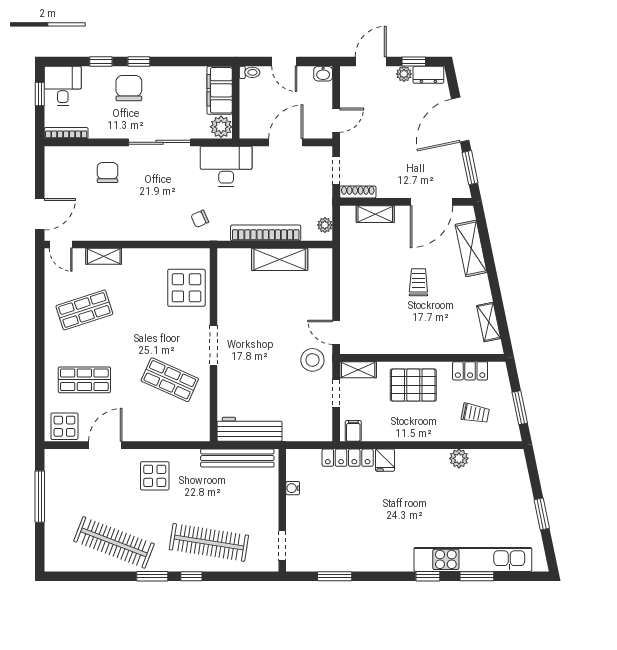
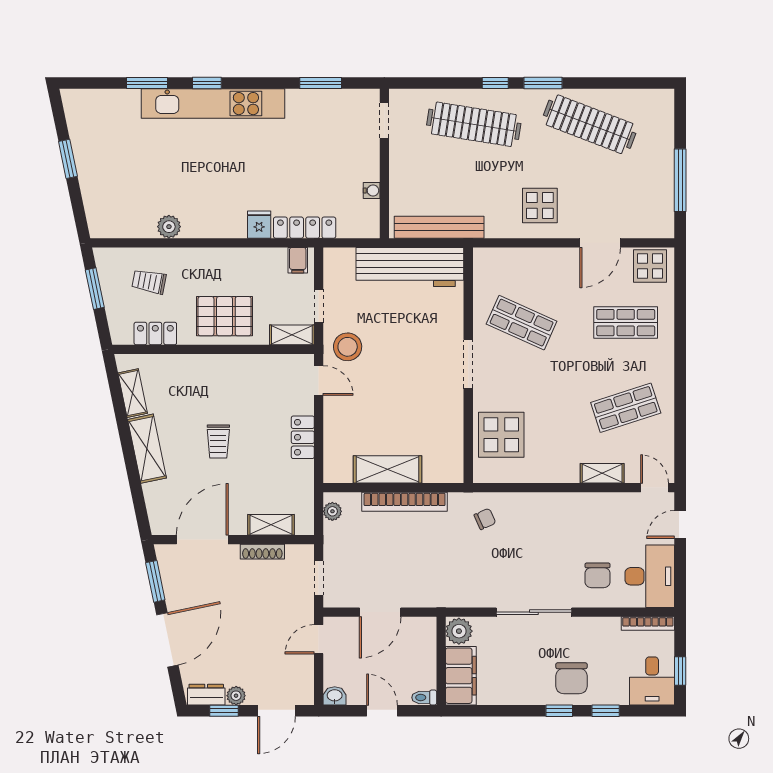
desk: (226, 166) -> (650, 576), moved, turned -90
shoe rack: (358, 192) -> (262, 552), moved
door: (40, 214) -> (680, 524), width x0.73
shelving: (471, 248) -> (147, 449), moved
locker: (349, 286) -> (303, 437), added
workbench: (250, 429) -> (410, 267), width x1.36, depth x1.32
kitchen unit: (473, 559) -> (213, 104), moved

